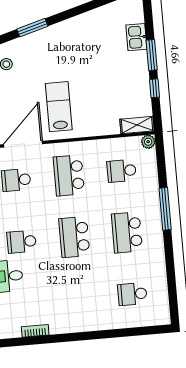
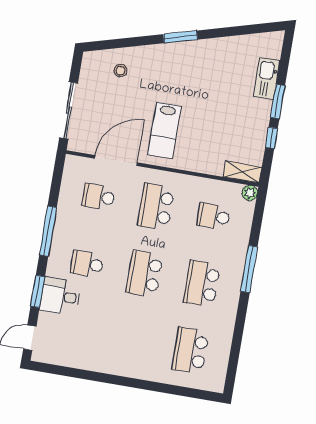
window: (32, 28) -> (180, 37), moved
kitchen sink: (136, 37) -> (266, 78), width x1.38
lab bench: (59, 107) -> (164, 130), turned 180
school desk: (132, 294) -> (190, 351), width x1.85
bookcase: (35, 331) -> (77, 363), removed

